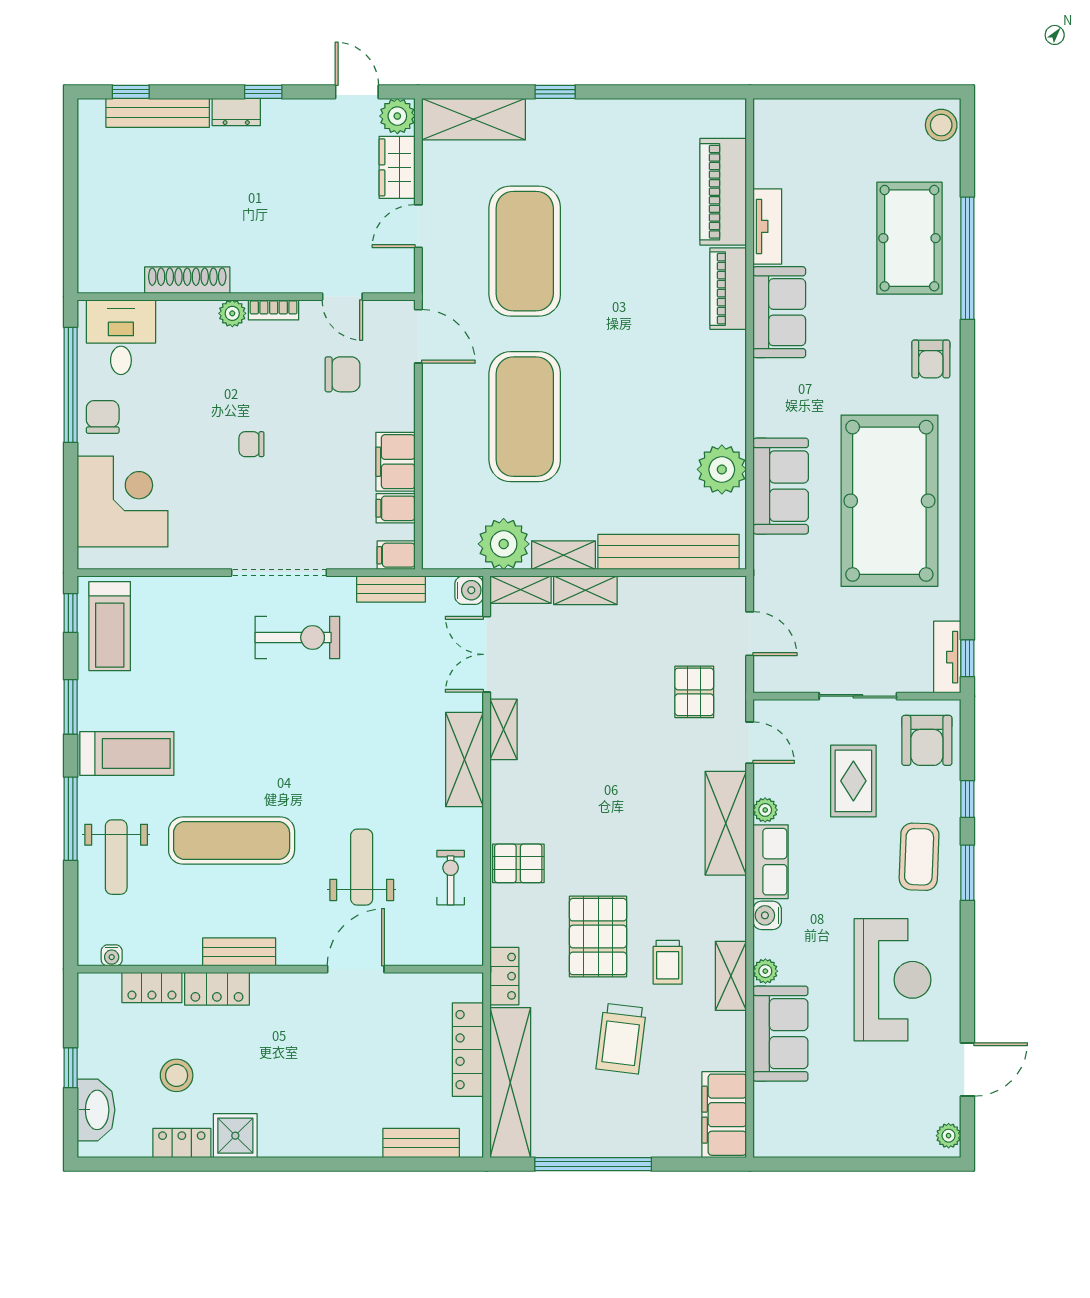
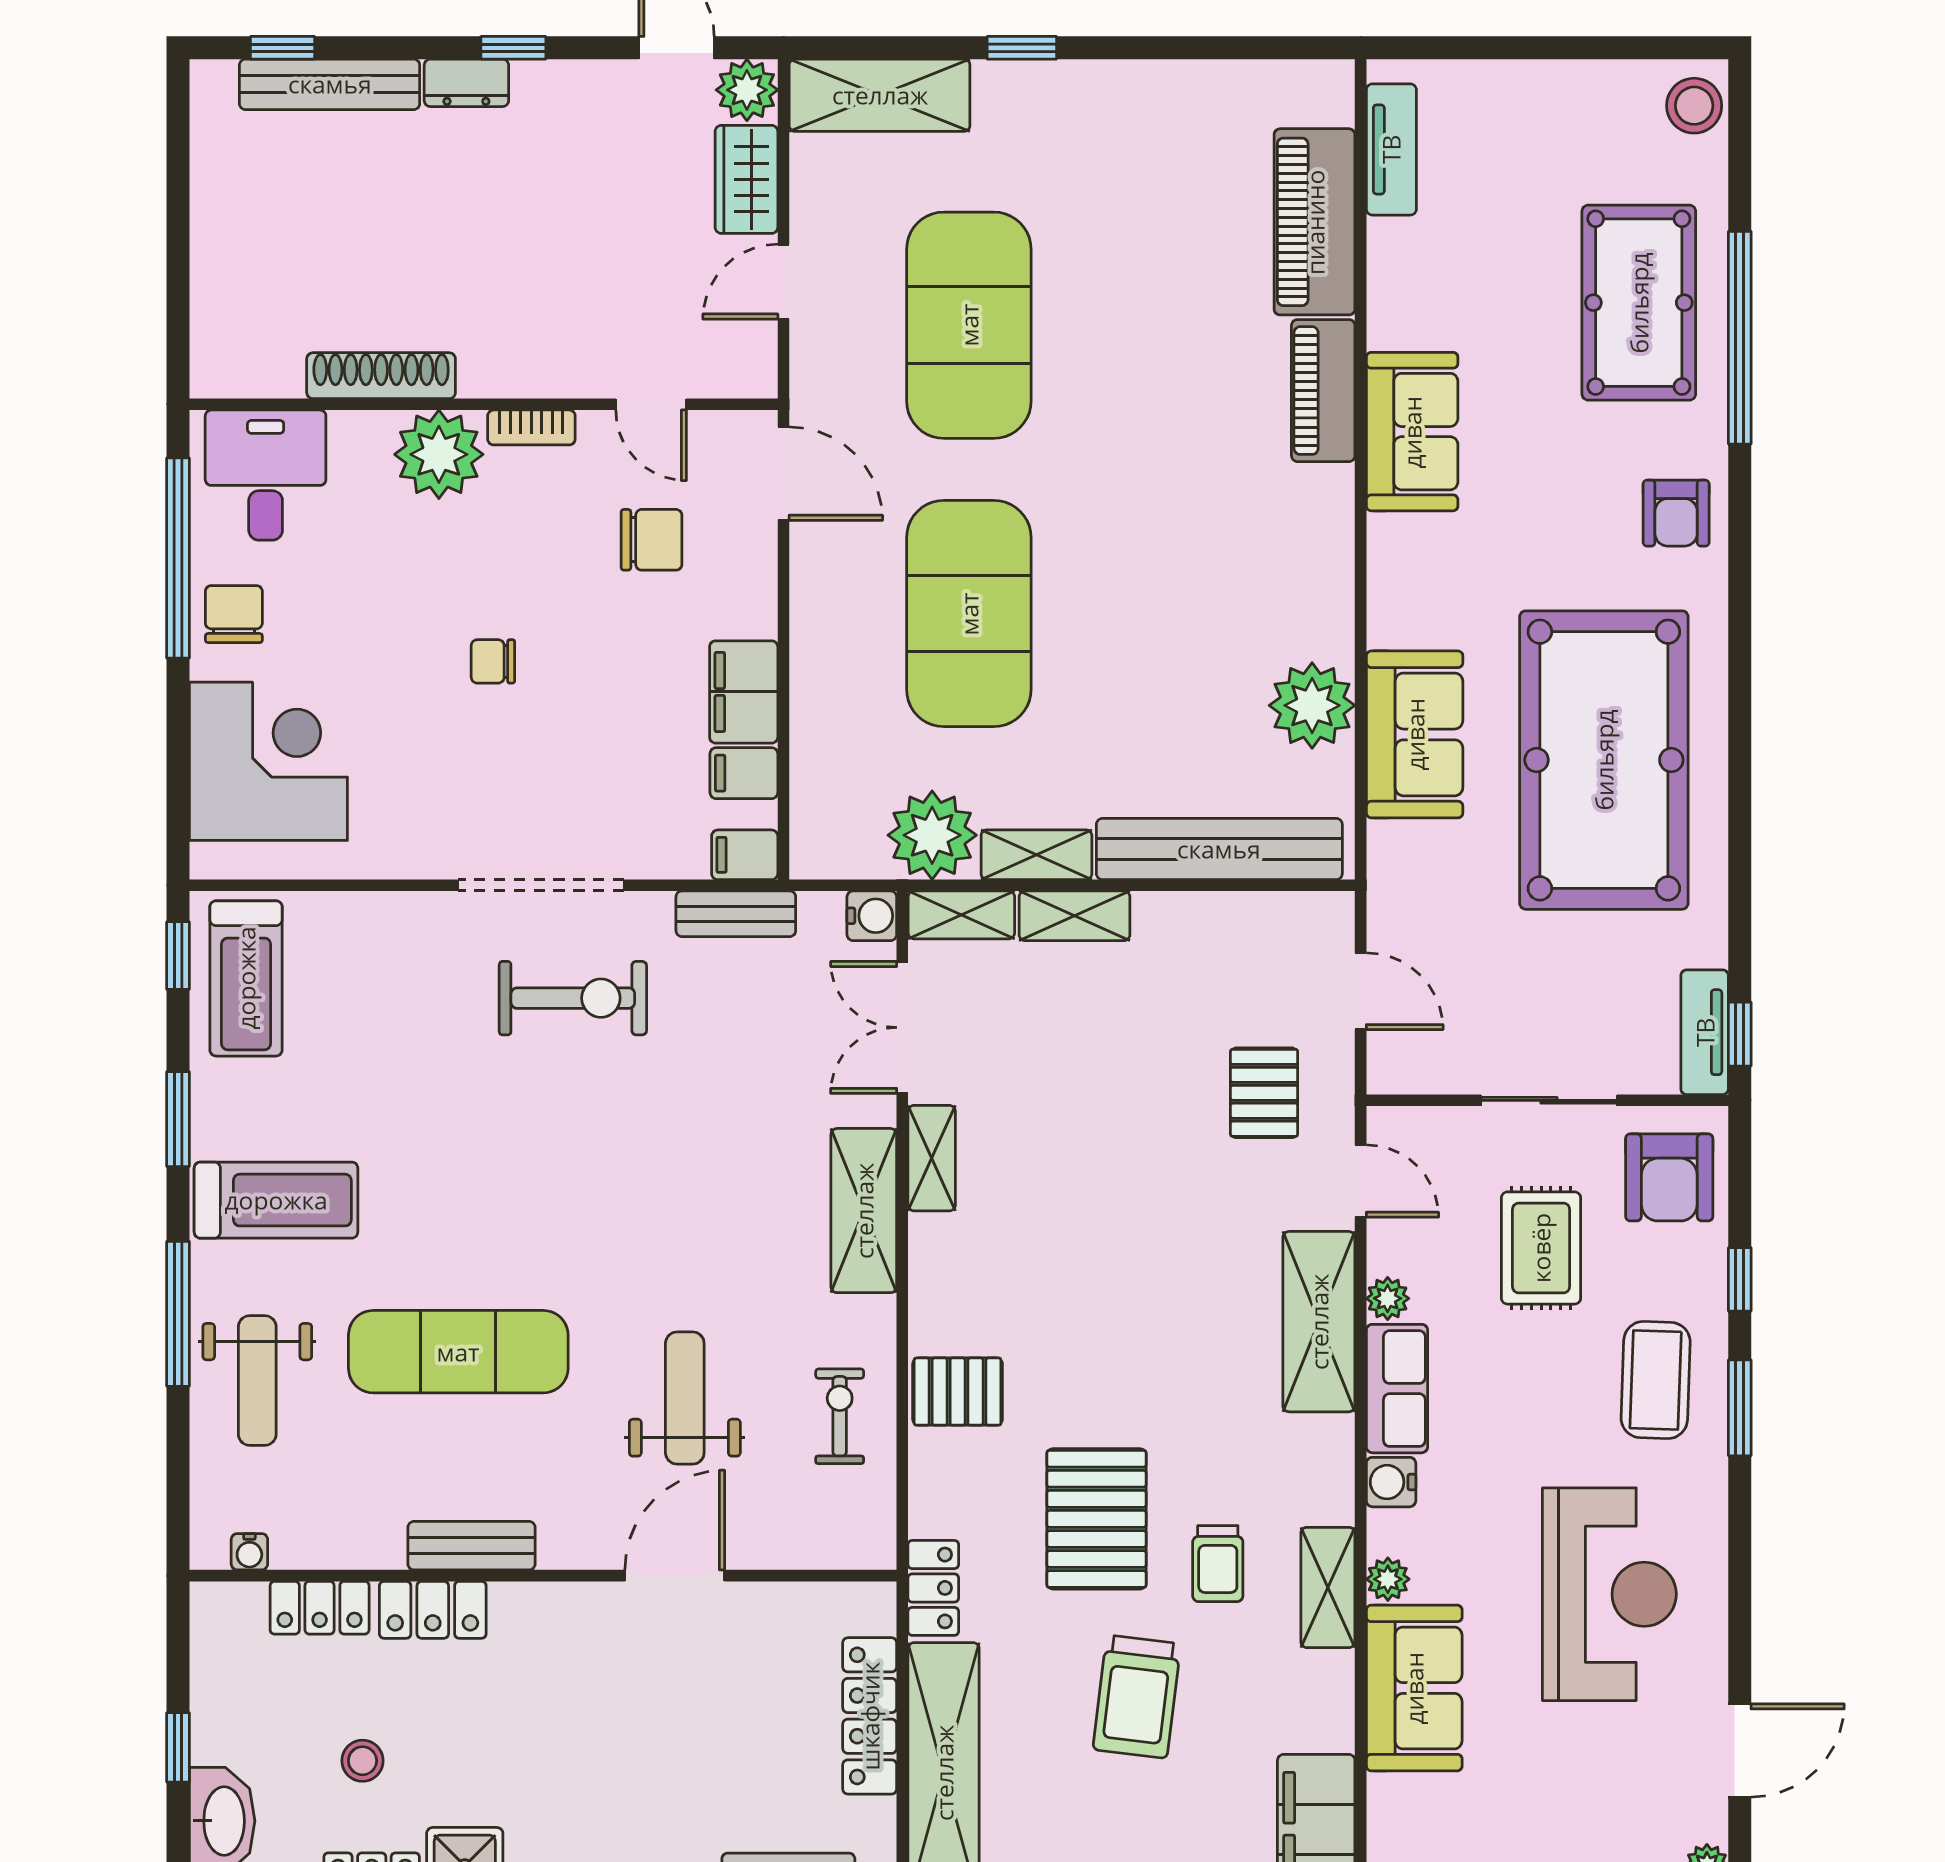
tv unit: (767, 226) -> (1391, 149), moved
plant: (232, 313) -> (439, 454), width x1.88, depth x1.88
stool: (177, 1075) -> (362, 1761), width x0.73, depth x0.73

